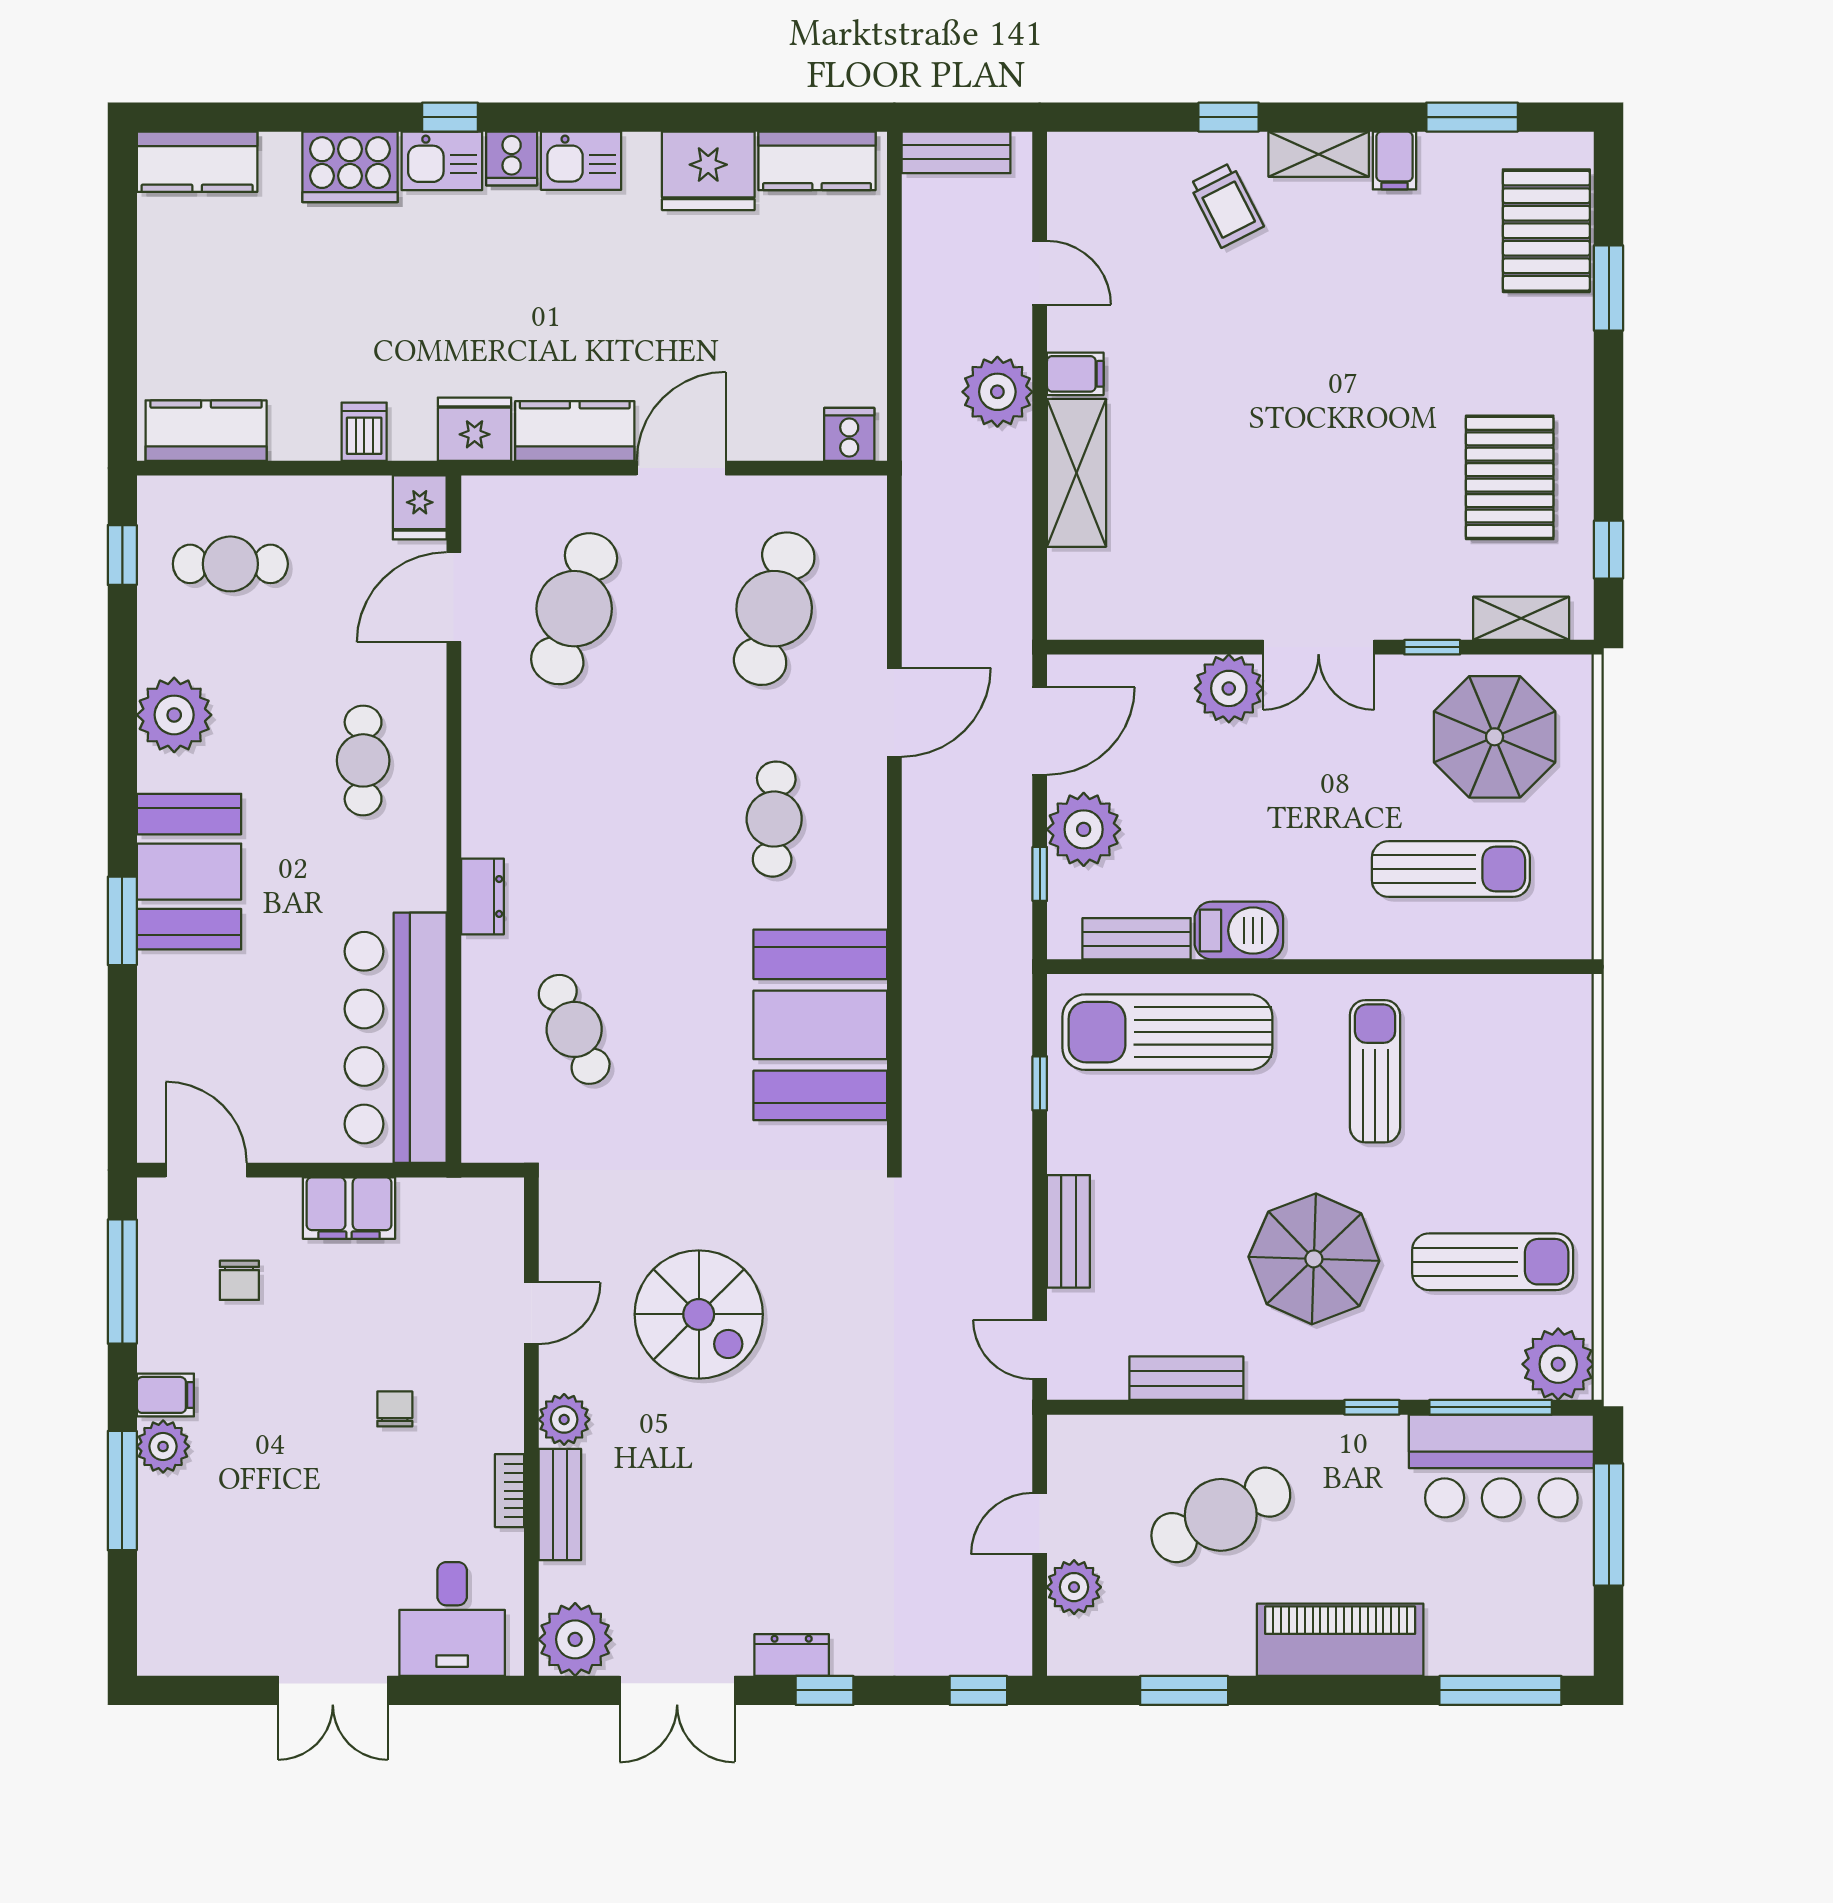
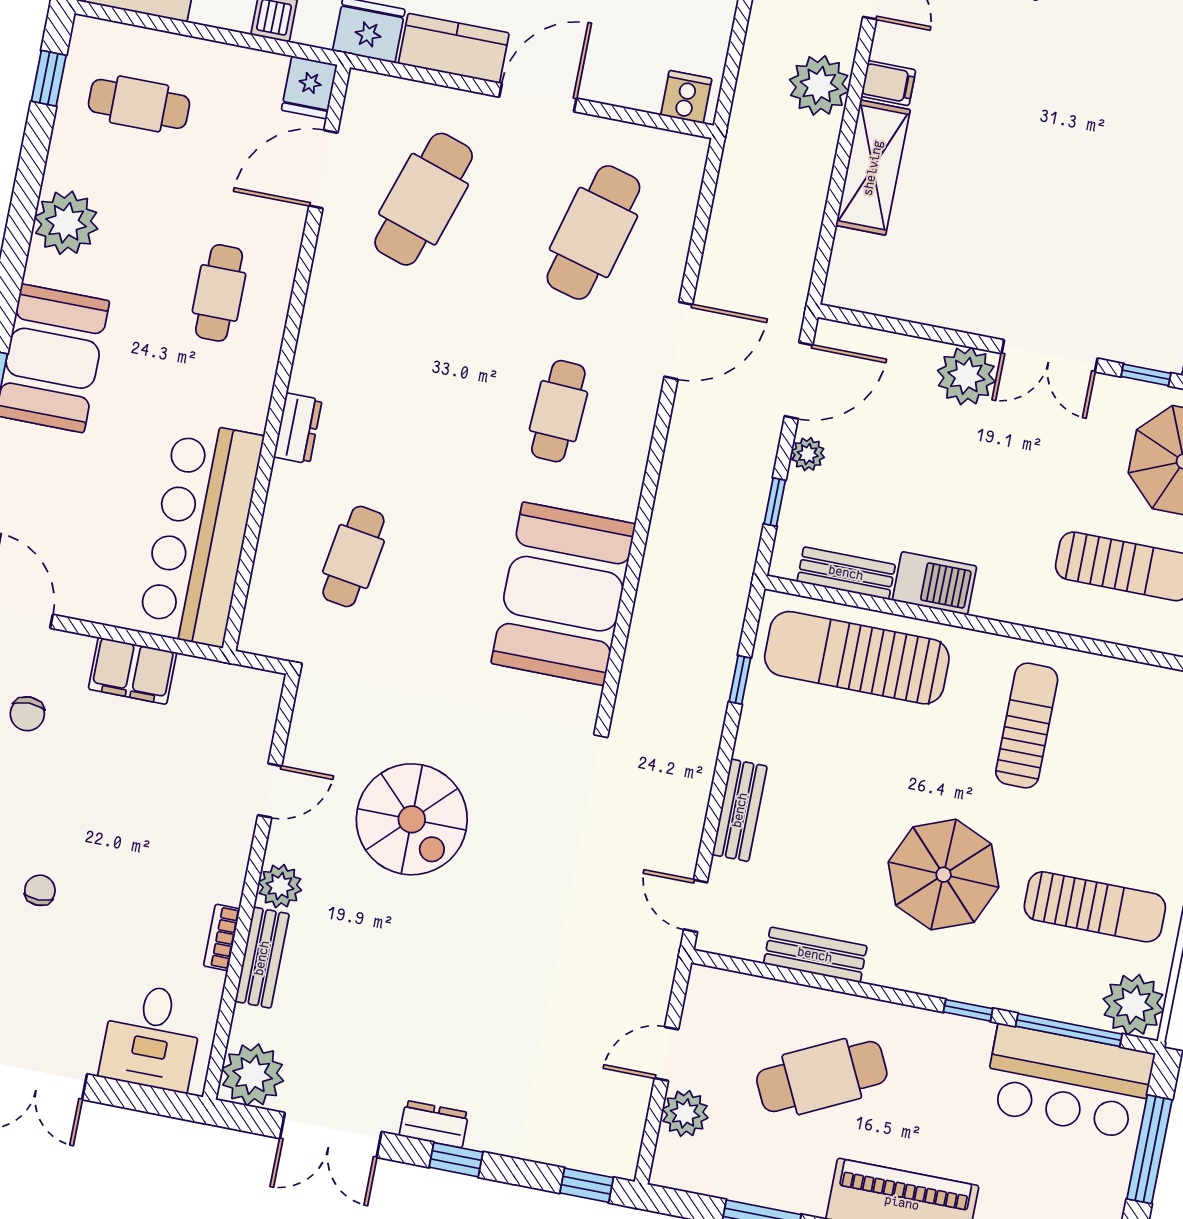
plant: (1084, 829) -> (808, 454), width x0.53, depth x0.53
cafe table: (574, 1029) -> (353, 556), turned 33
chair: (395, 1409) -> (40, 890), moved

